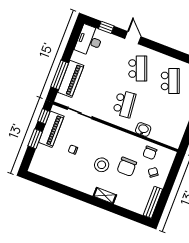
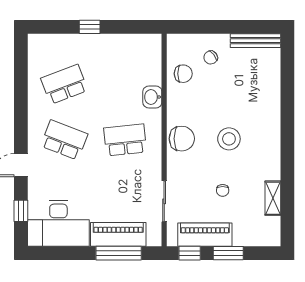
desk: (89, 40) -> (58, 223), width x1.36, depth x1.30
school desk: (138, 69) -> (64, 140), turned 42
chair: (127, 167) -> (182, 139), moved
shelving: (105, 195) -> (273, 198), moved

